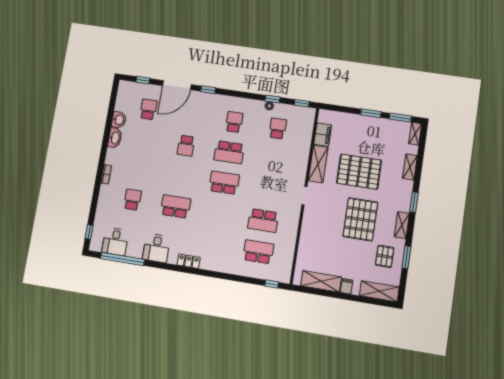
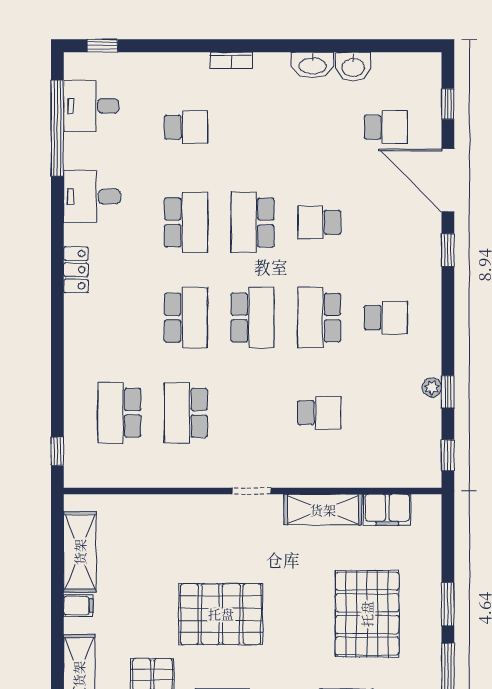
school desk: (278, 128) -> (319, 413), moved
pallet: (359, 172) -> (367, 614), moved
school desk: (181, 176) -> (253, 222), added
school desk: (219, 213) -> (186, 318), added
school desk: (258, 252) -> (119, 413), turned 180

